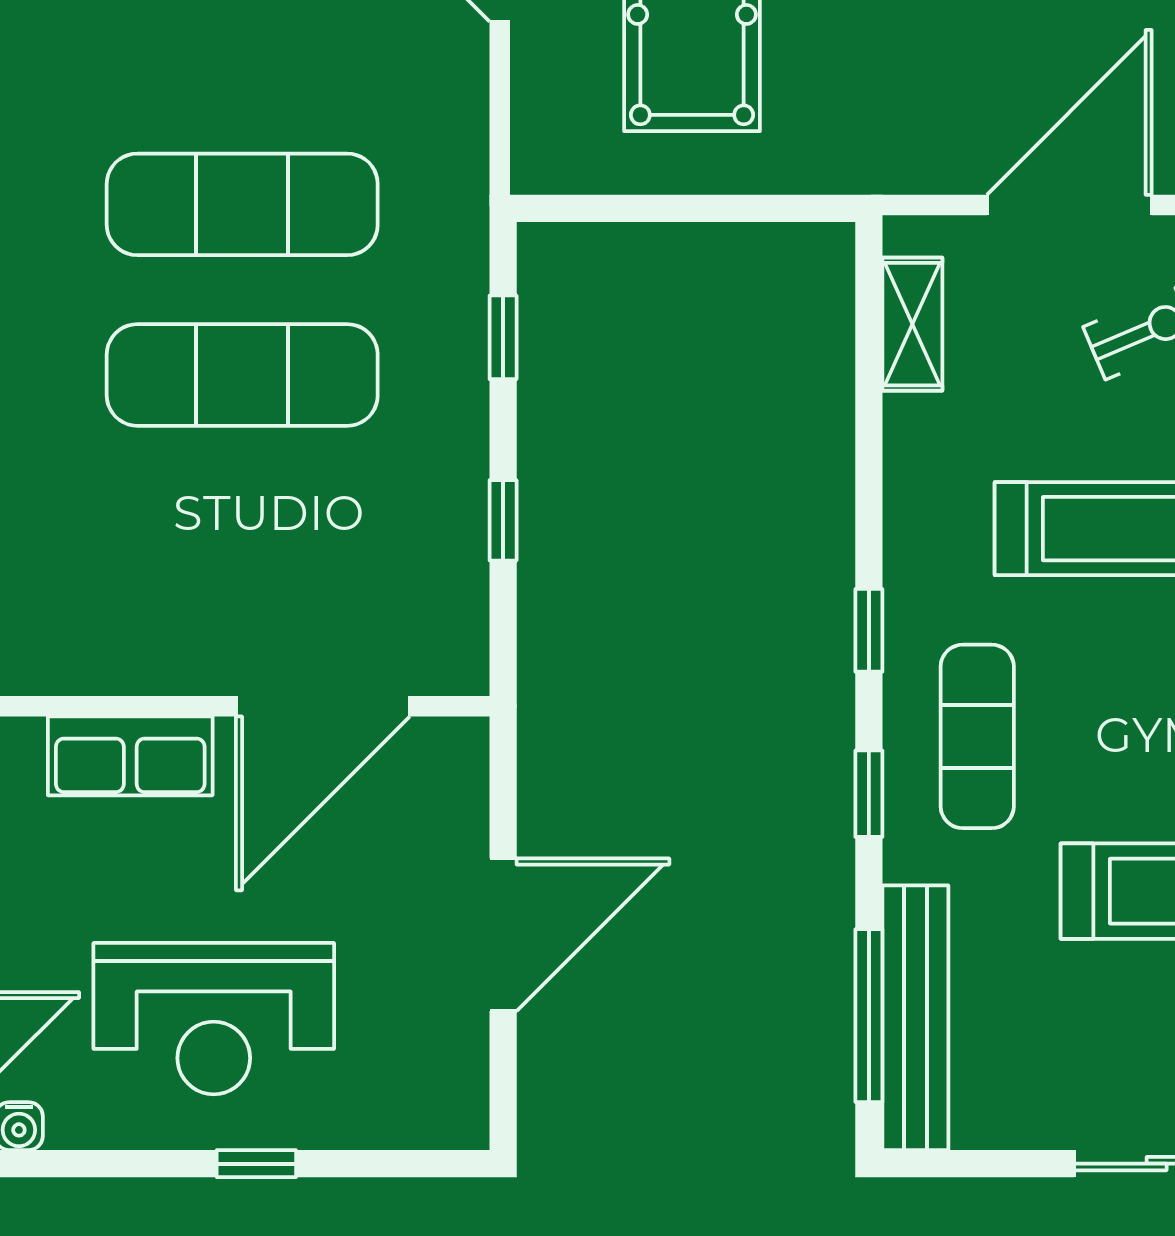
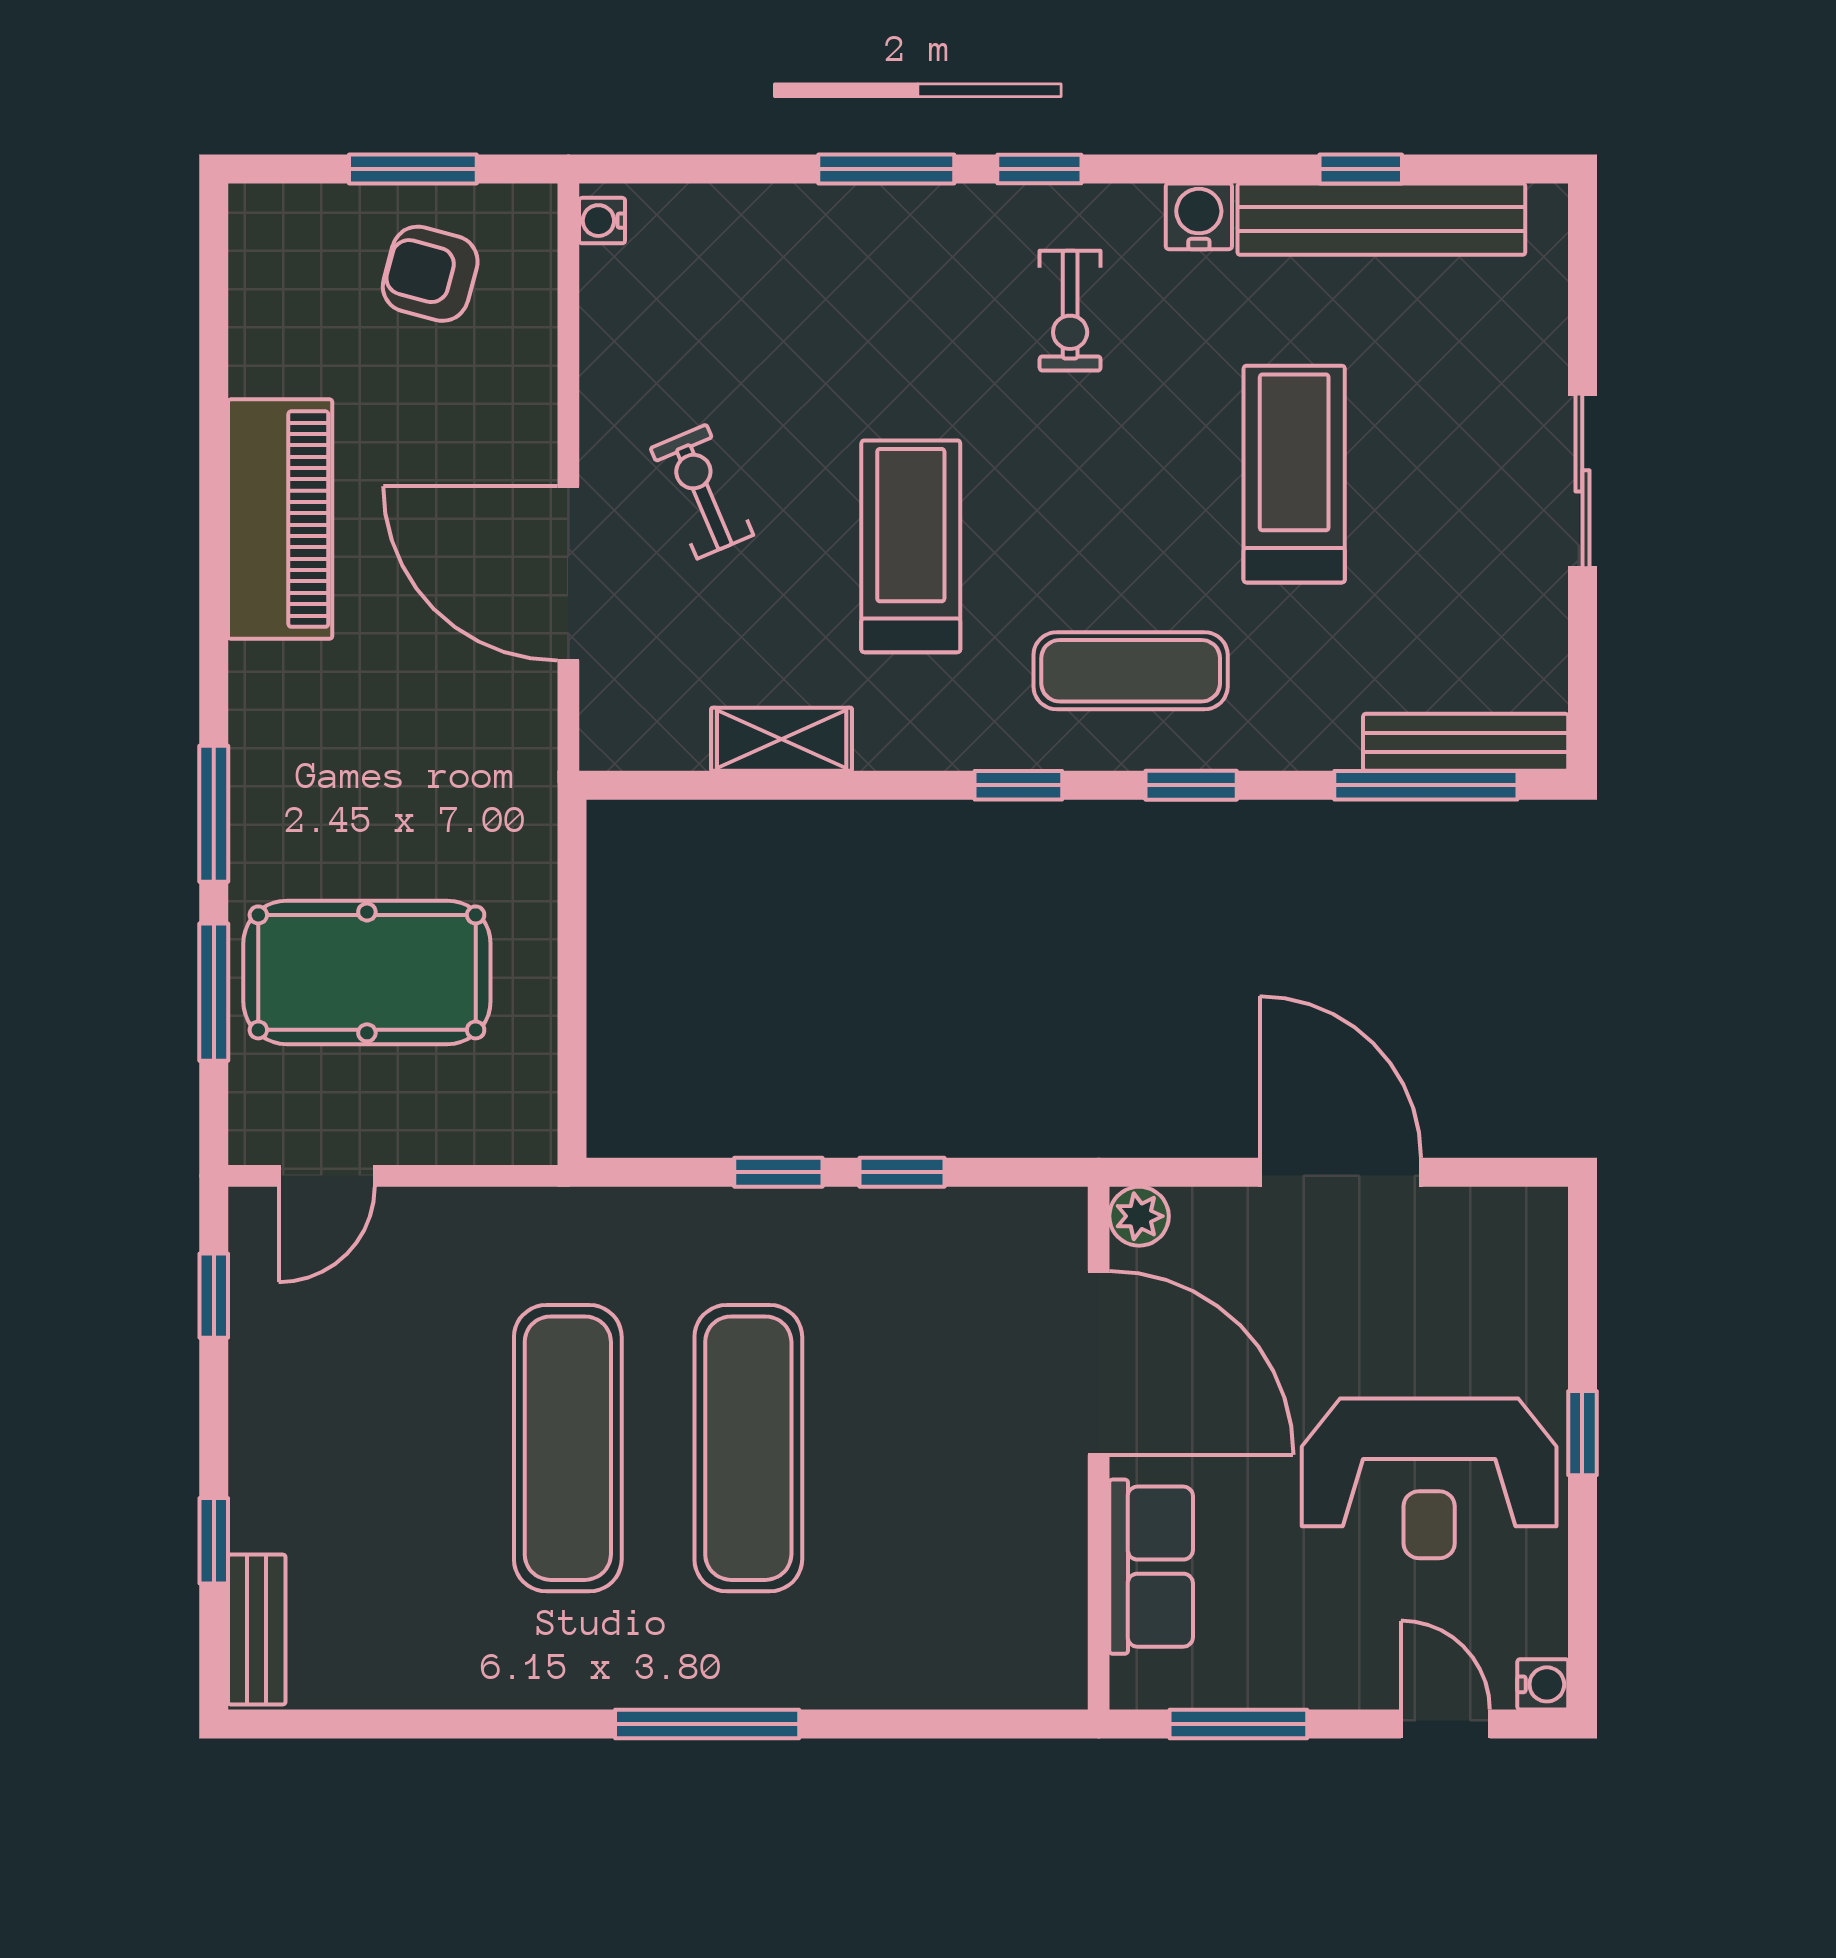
shelving: (912, 324) -> (782, 739), moved
window: (503, 337) -> (778, 1172), moved
plant: (462, 744) -> (1139, 1216), added
bench: (915, 1018) -> (1466, 742), width x0.73, depth x0.82
reception desk: (214, 1019) -> (1429, 1478), turned 90

